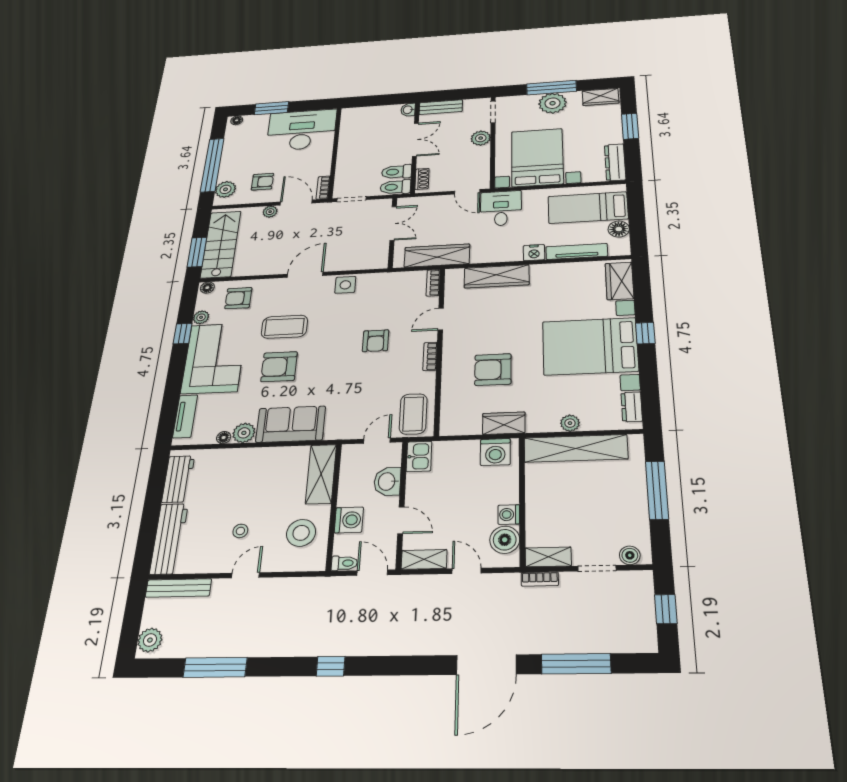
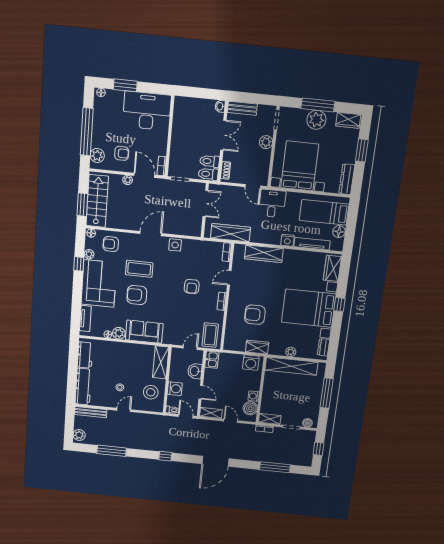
door: (486, 665) -> (216, 461), moved

